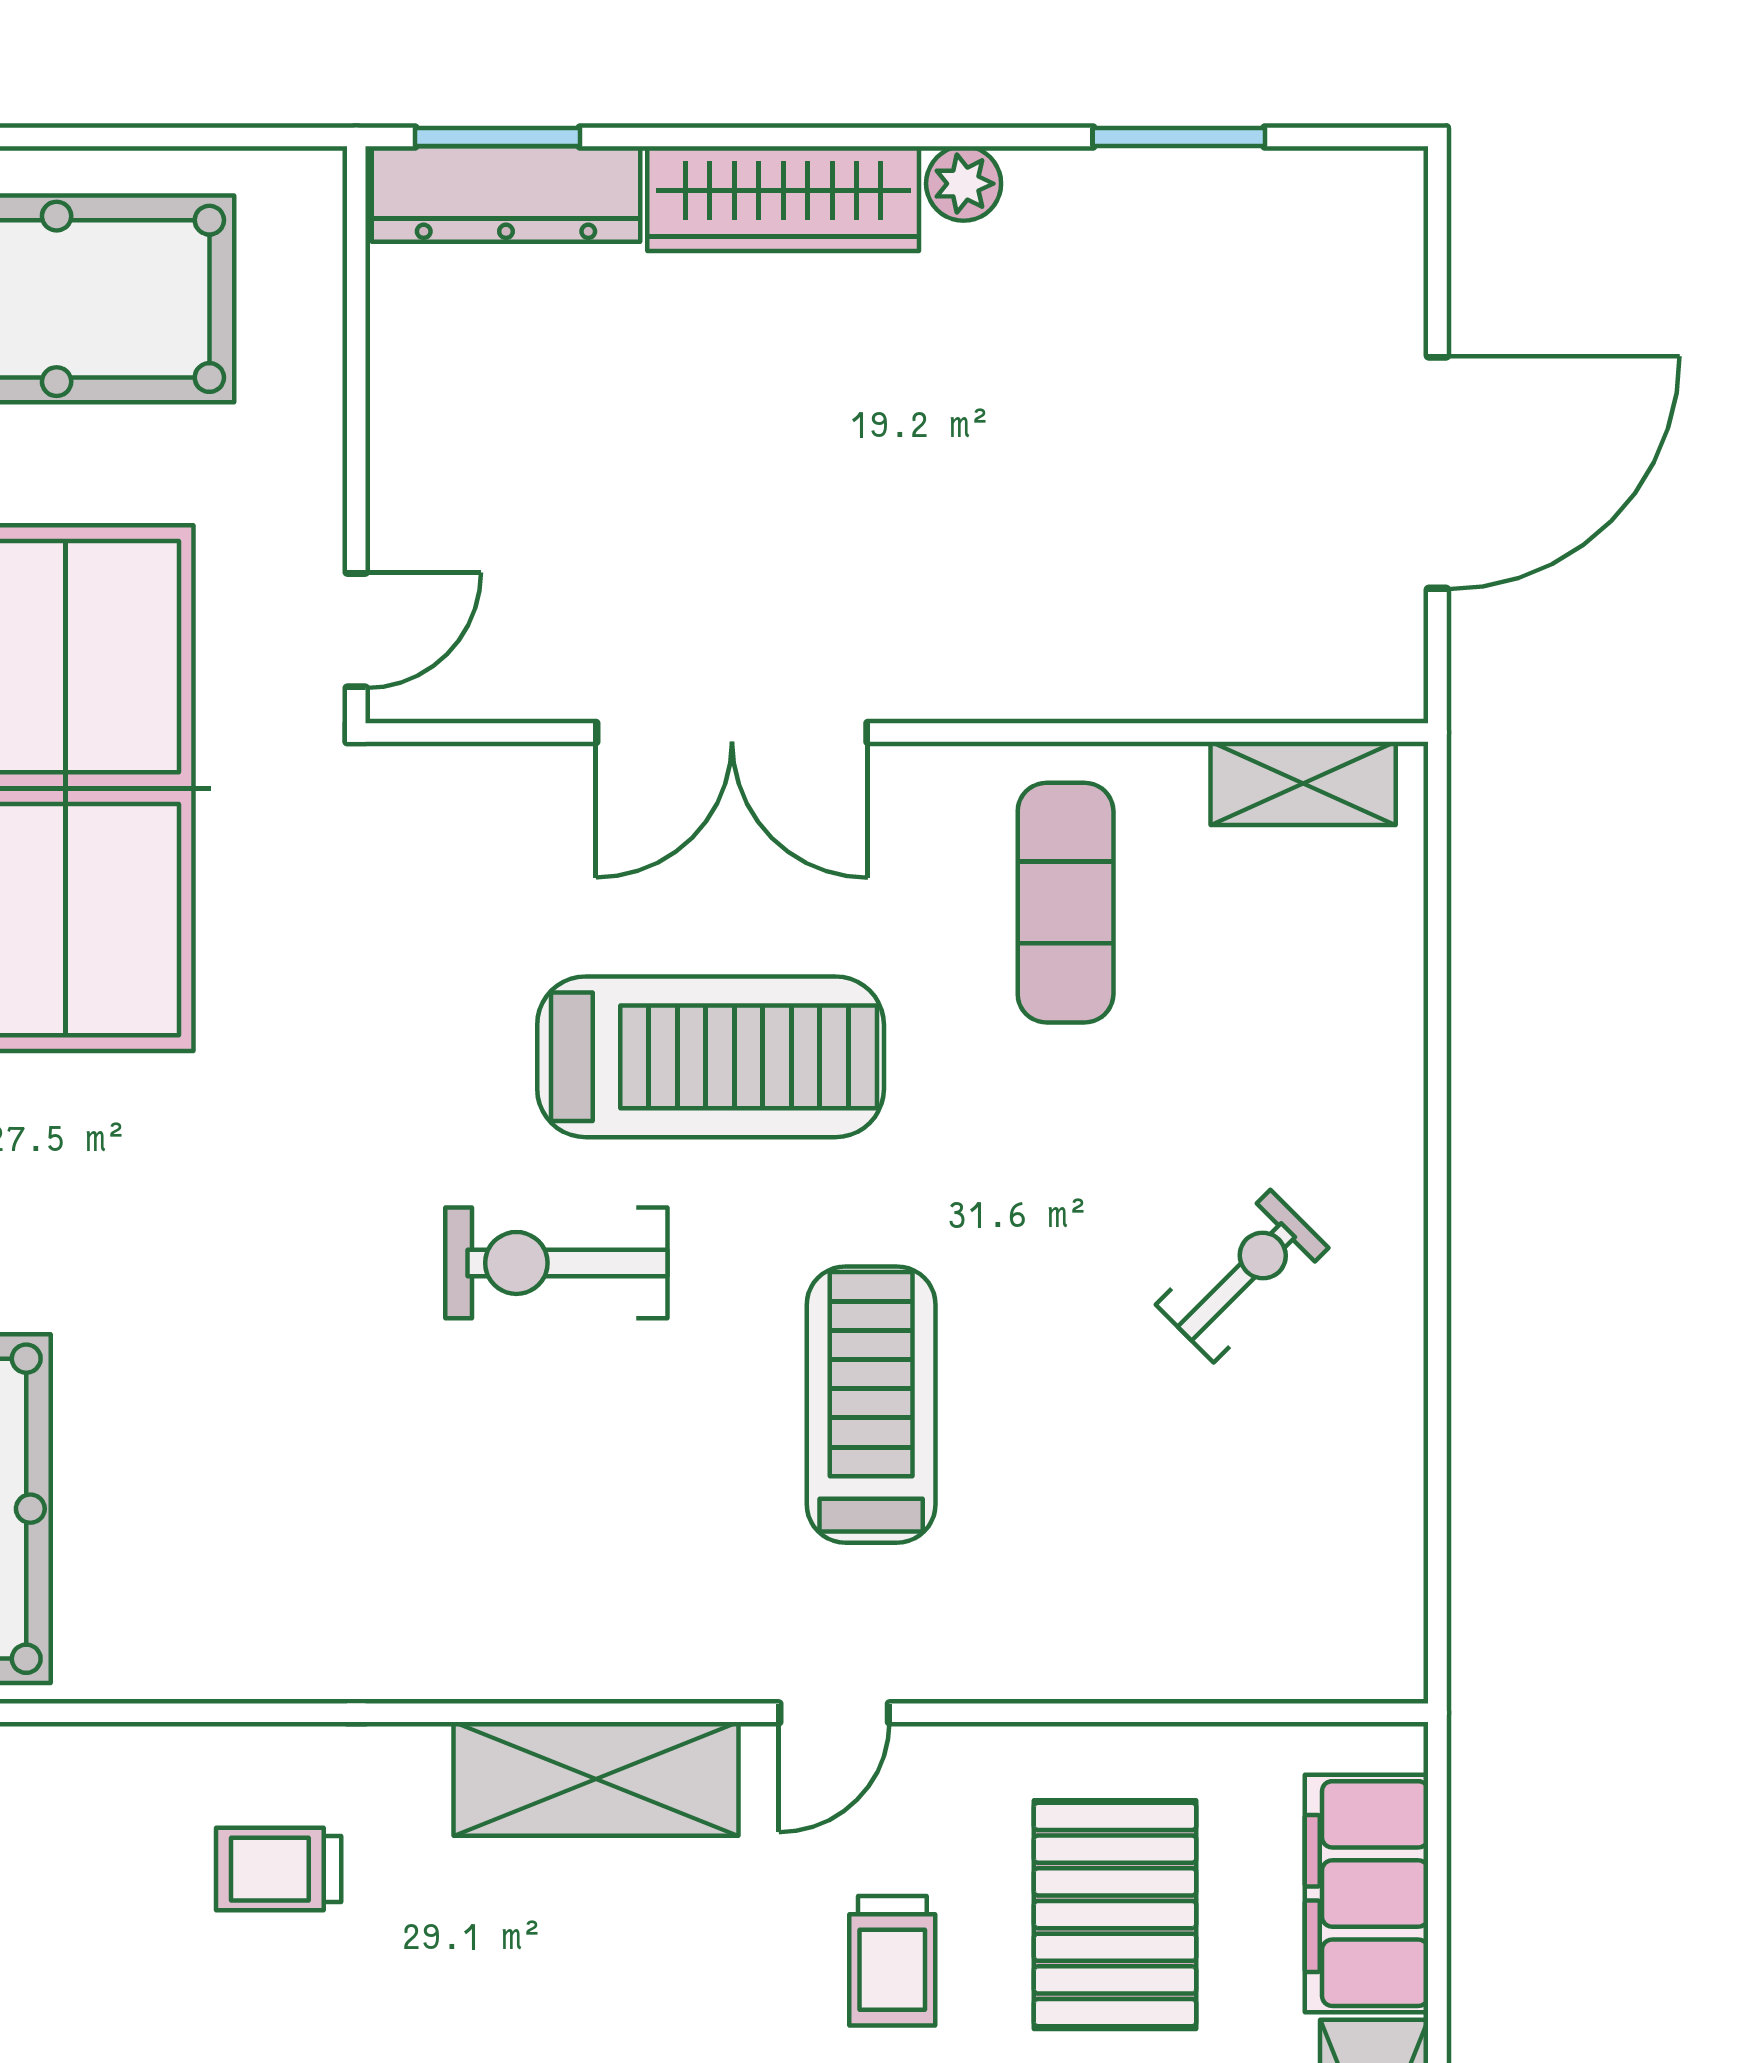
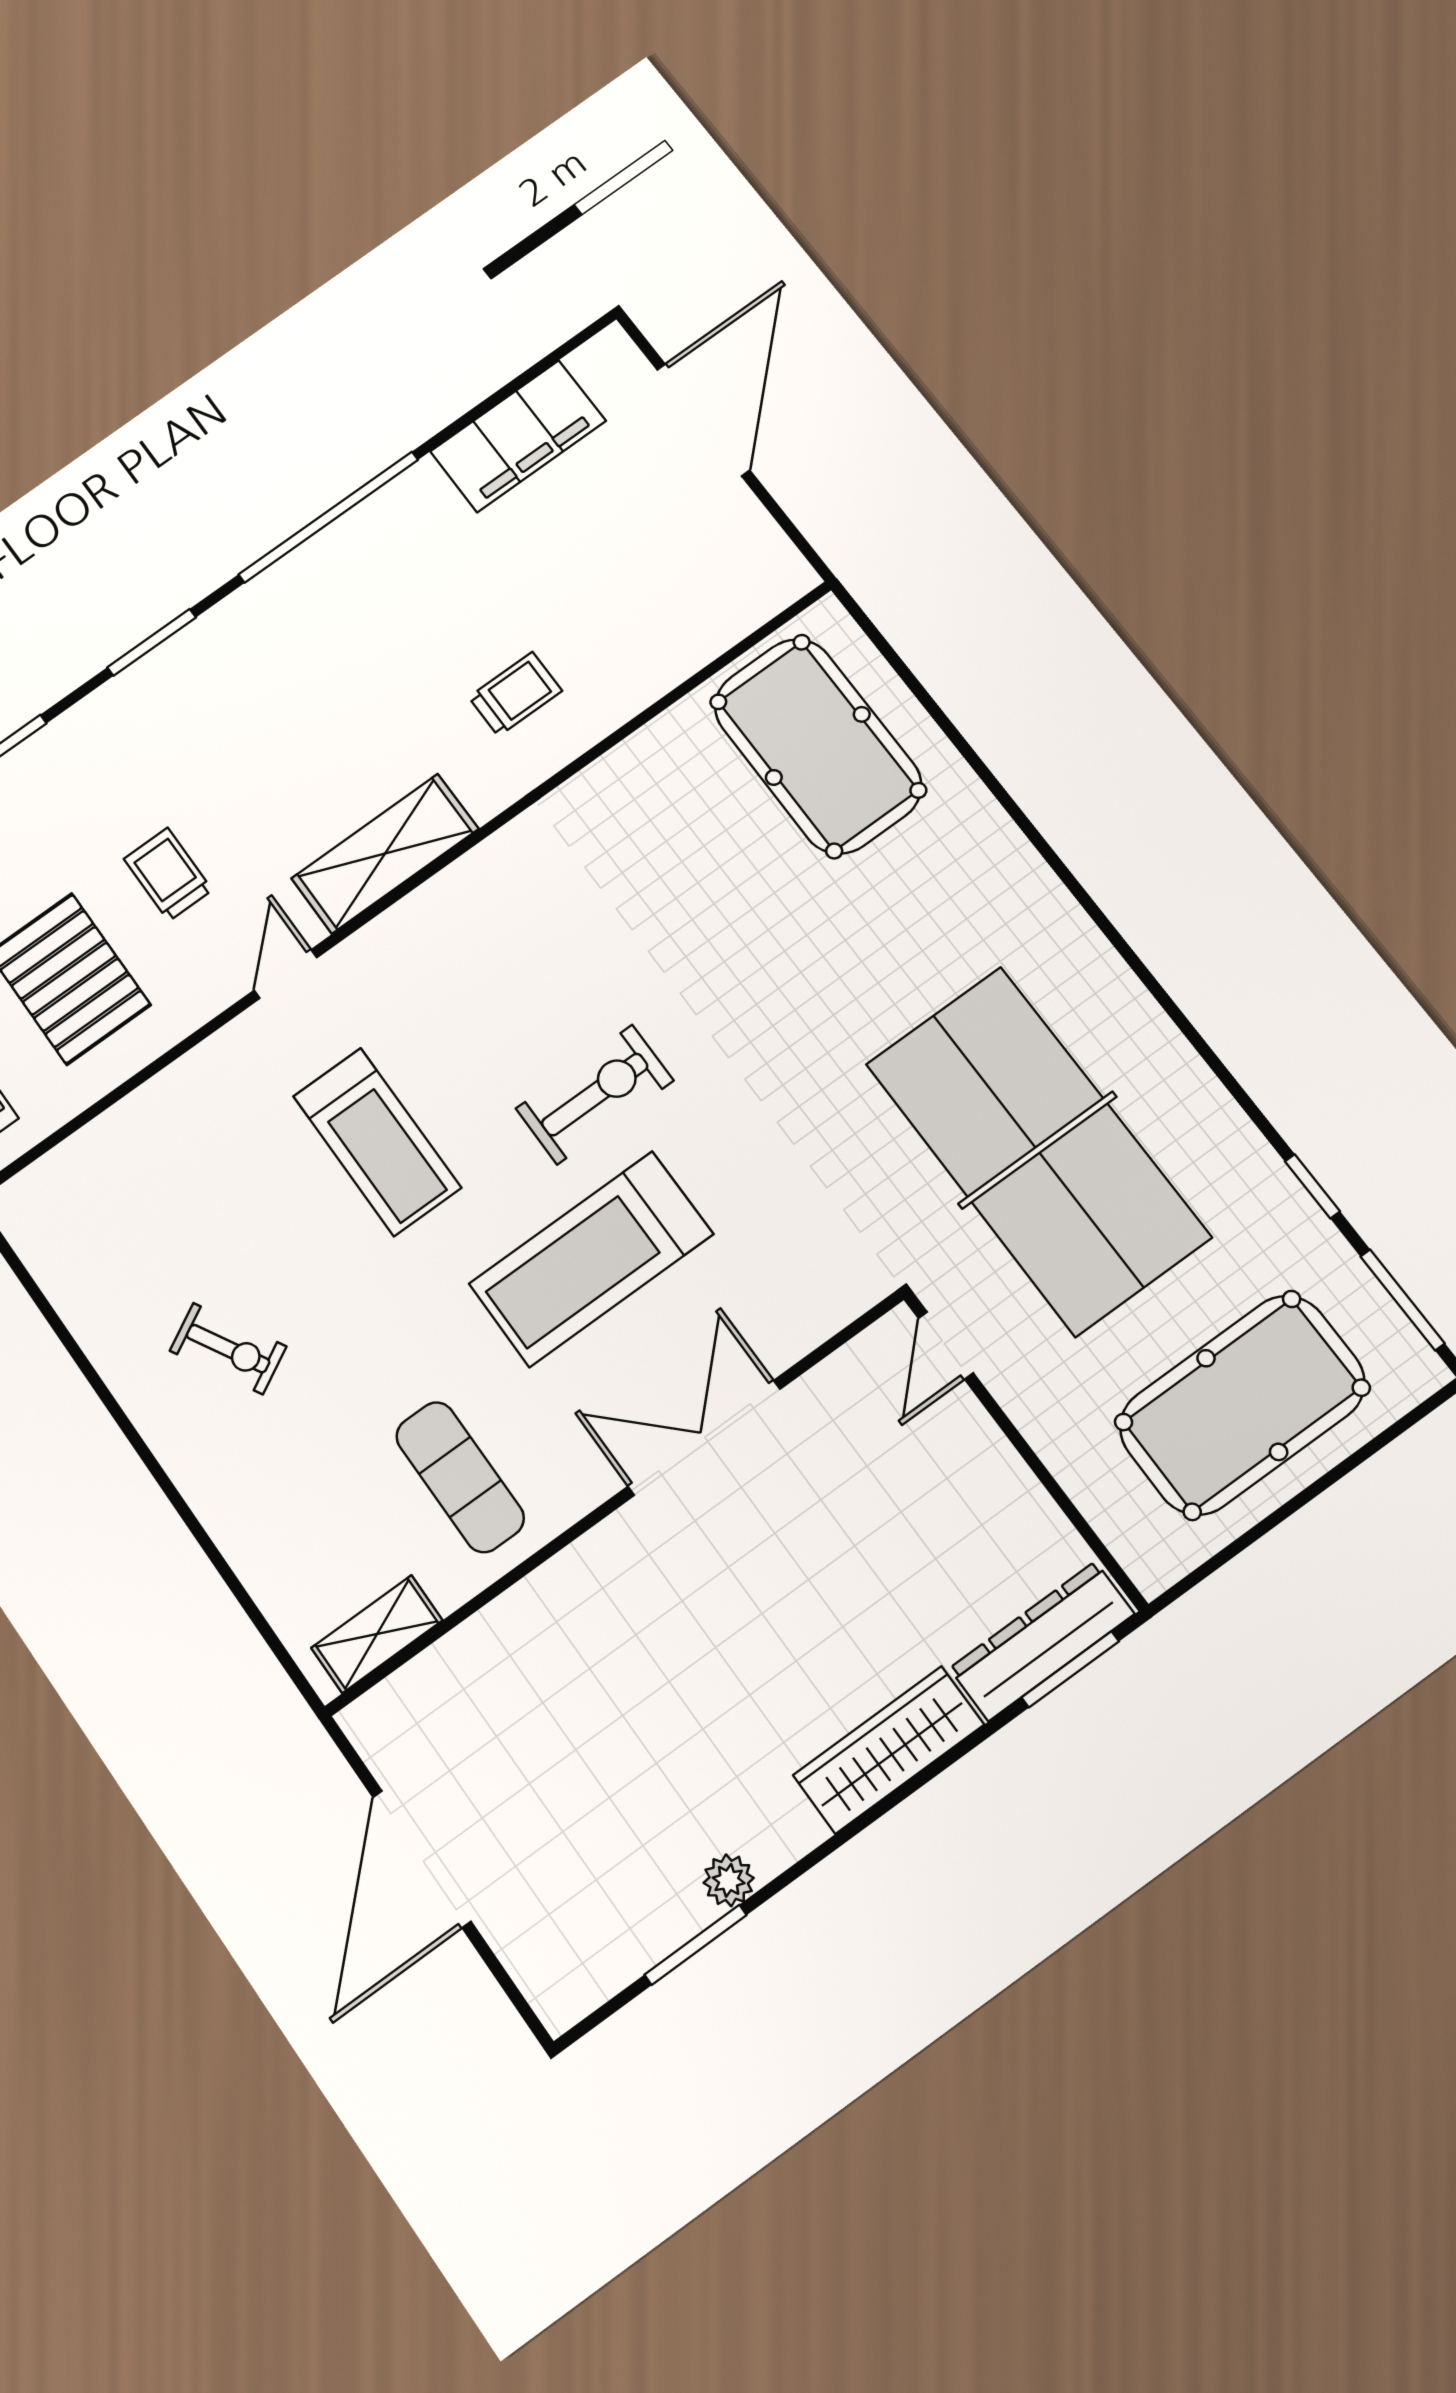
plant: (964, 184) -> (729, 1880), moved
exercise bike: (1242, 1276) -> (228, 1349), turned -74

